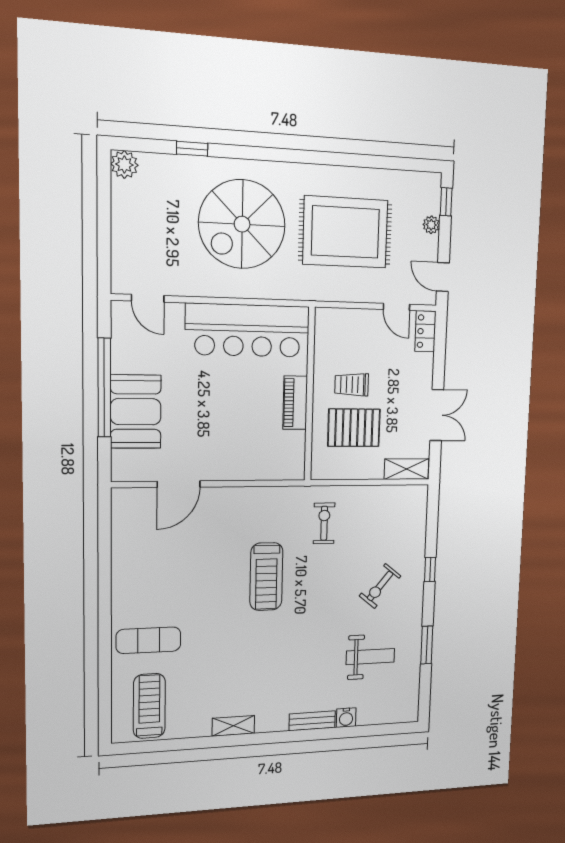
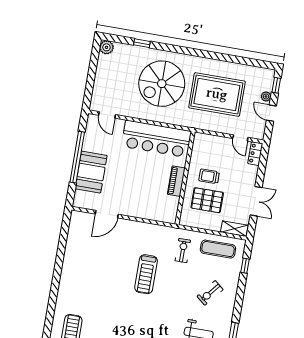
door: (443, 277) -> (271, 113), moved
window: (430, 569) -> (245, 266), moved
exercise mat: (149, 640) -> (218, 249), moved

